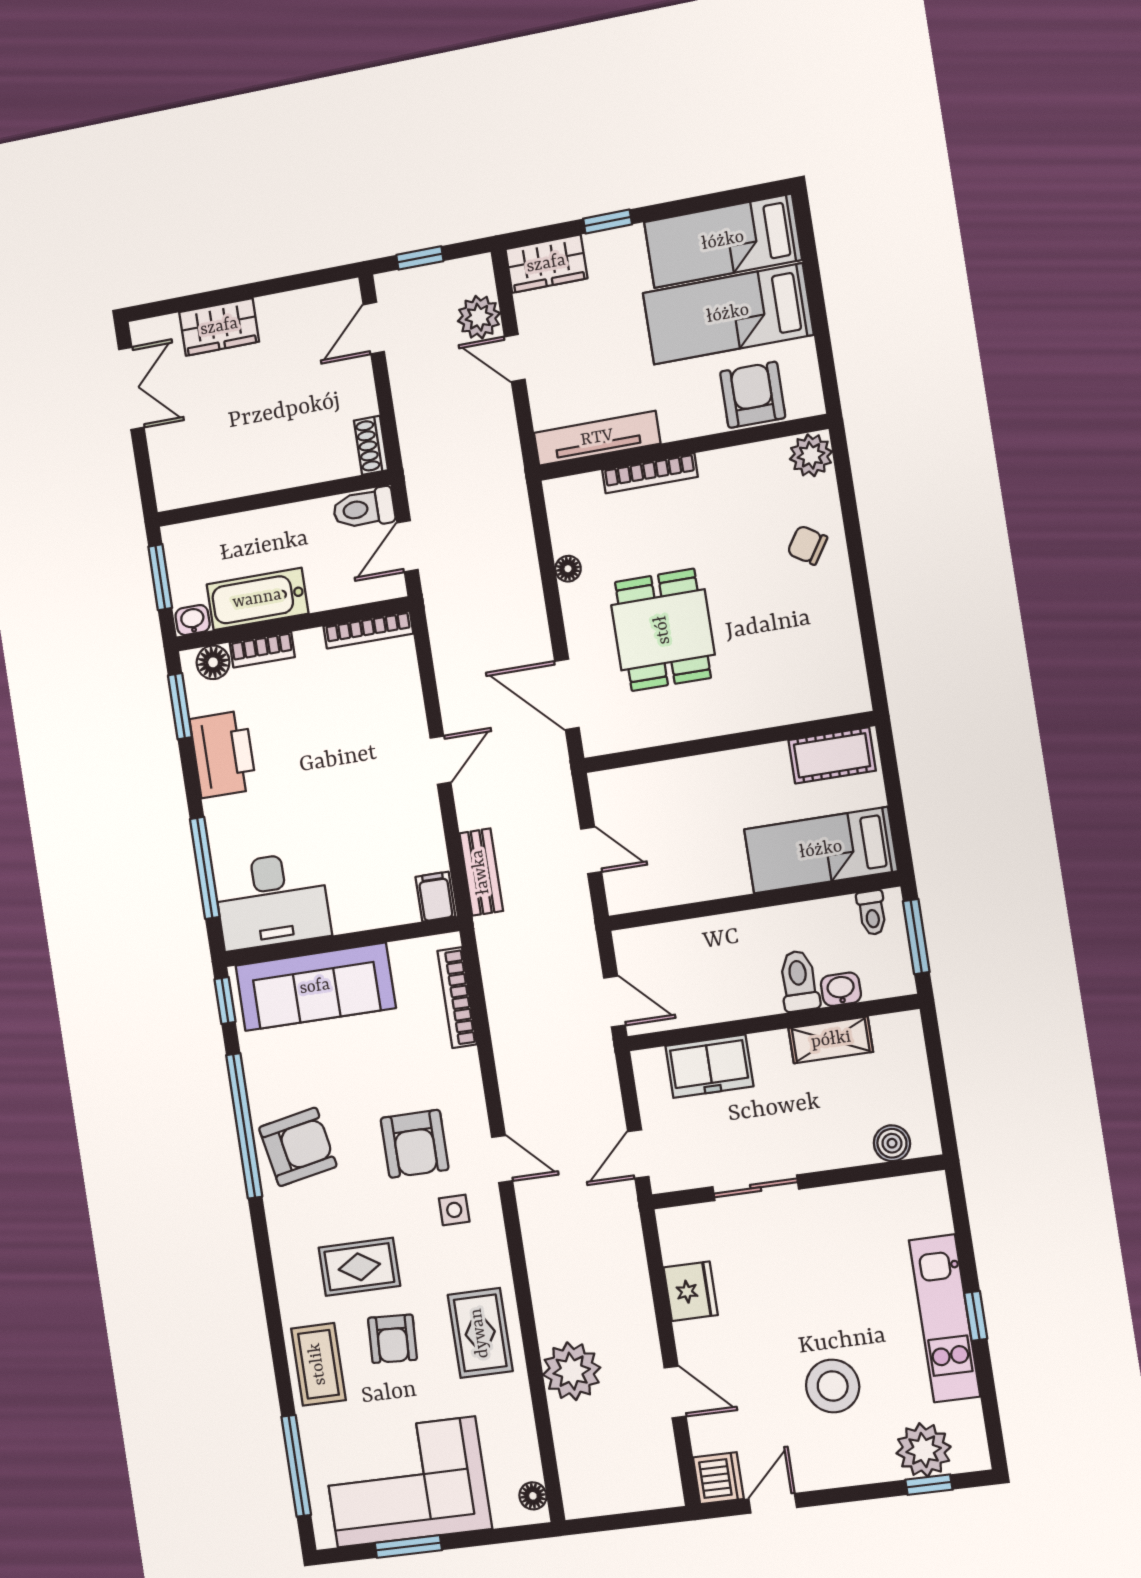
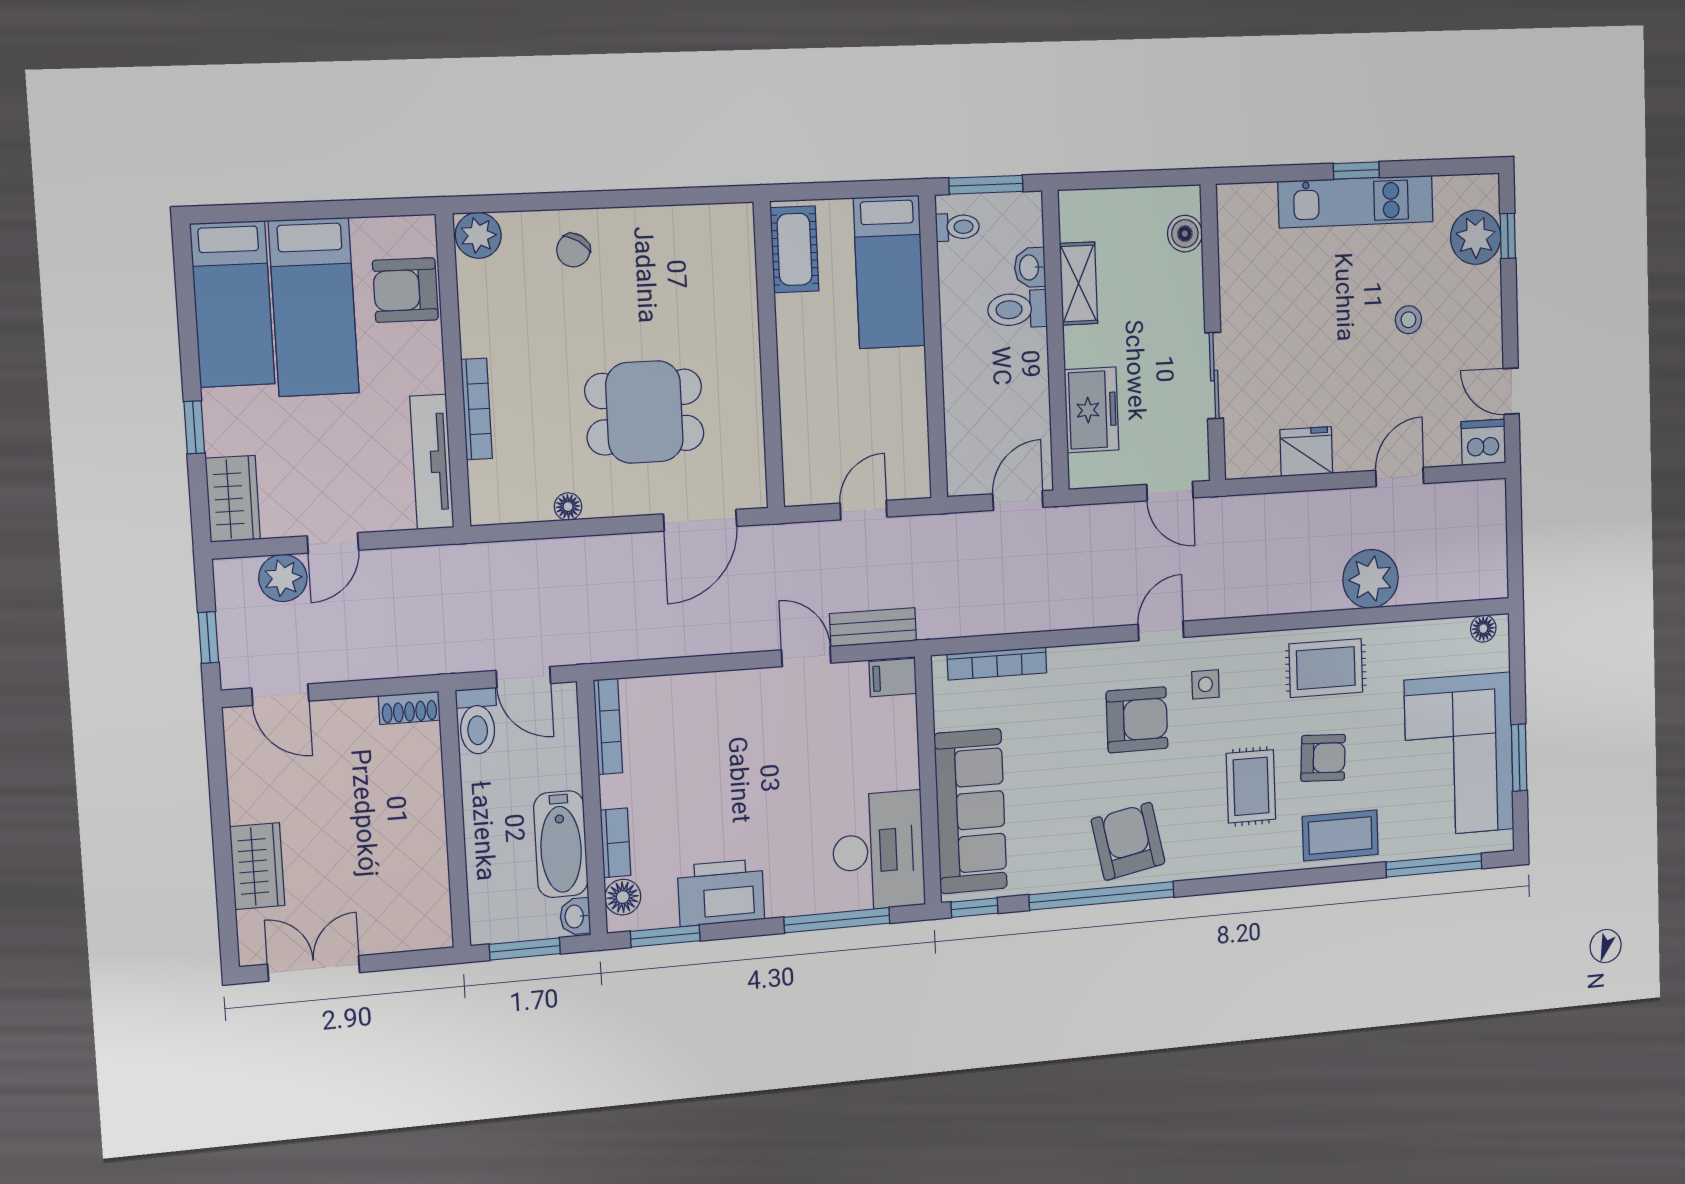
door: (441, 760) -> (806, 657), moved
stool: (833, 1386) -> (1408, 320), width x0.53, depth x0.53

